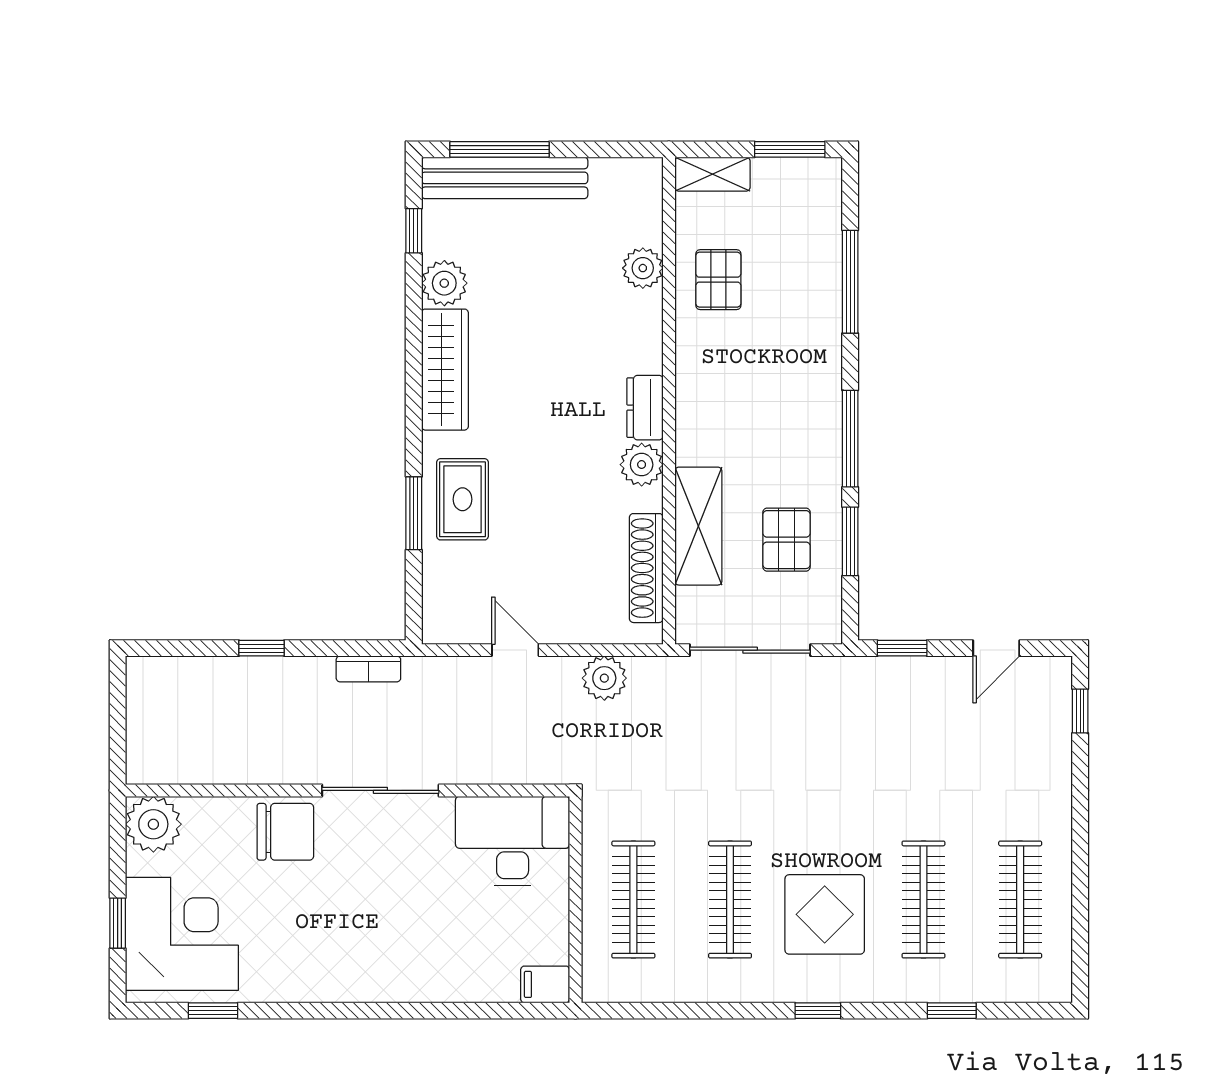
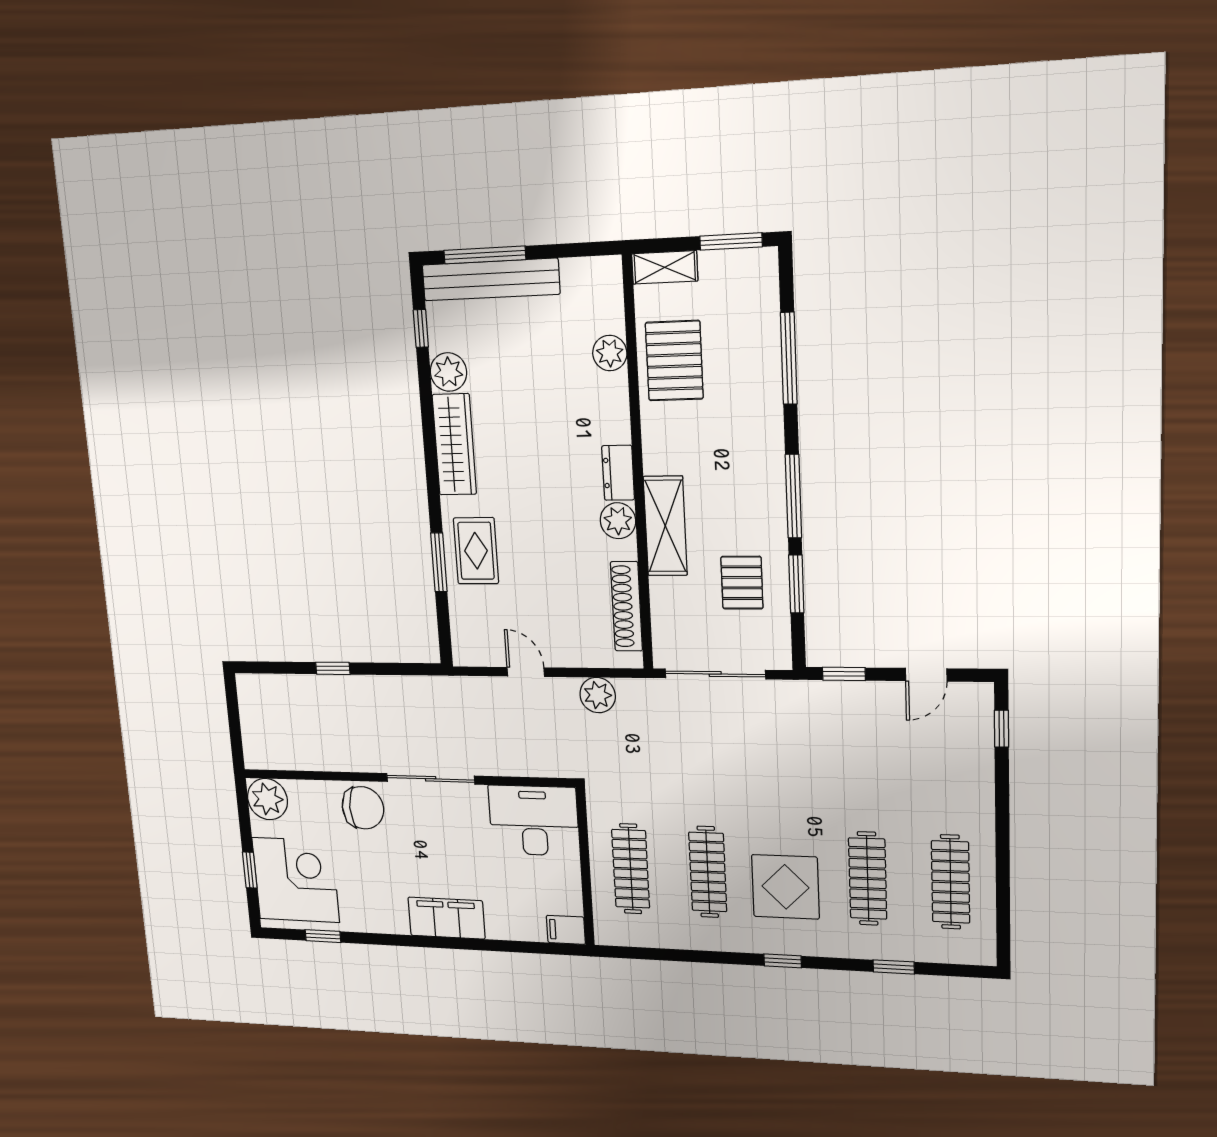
pallet: (718, 280) -> (674, 361), width x1.50, depth x1.42
shelving: (698, 526) -> (665, 526), moved
bookcase: (368, 669) -> (414, 685), removed
filing cabinet: (387, 977) -> (446, 918), added

